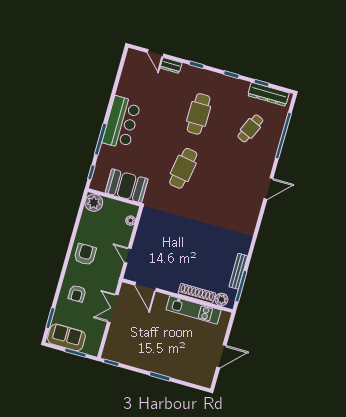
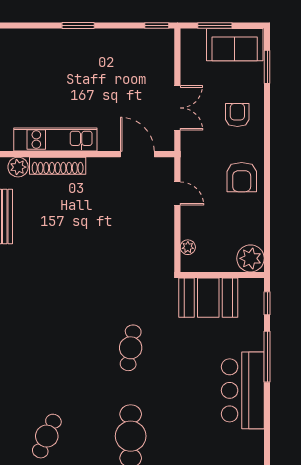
cafe table: (183, 168) -> (131, 348), width x0.73, depth x0.74

